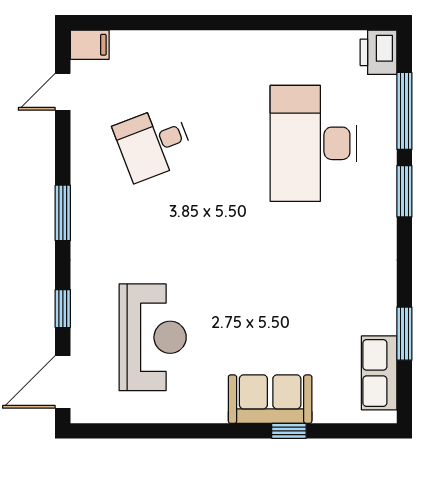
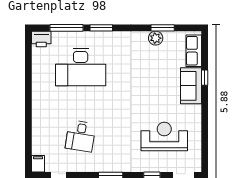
desk: (154, 143) -> (81, 136), turned 30
plant: (380, 317) -> (156, 38), added
row of seats: (379, 373) -> (194, 51), moved, turned 90

